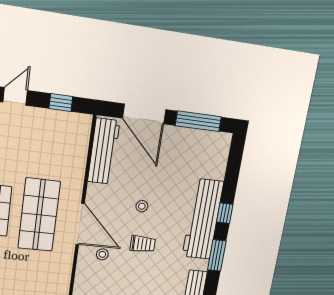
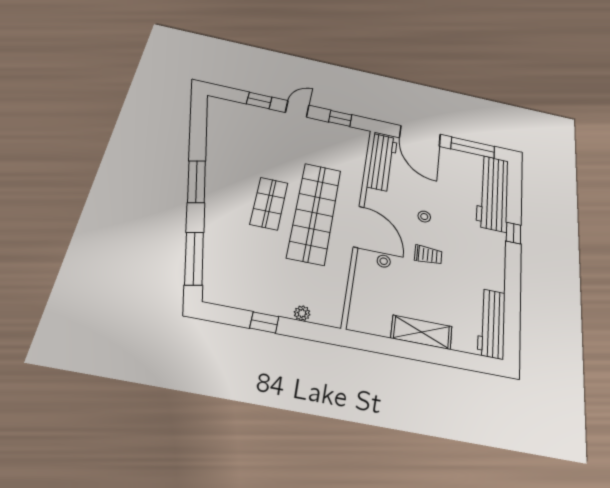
shop shelf: (39, 215) -> (314, 213), width x1.40
workbench: (203, 219) -> (493, 193), moved
window: (217, 255) -> (513, 276), removed

